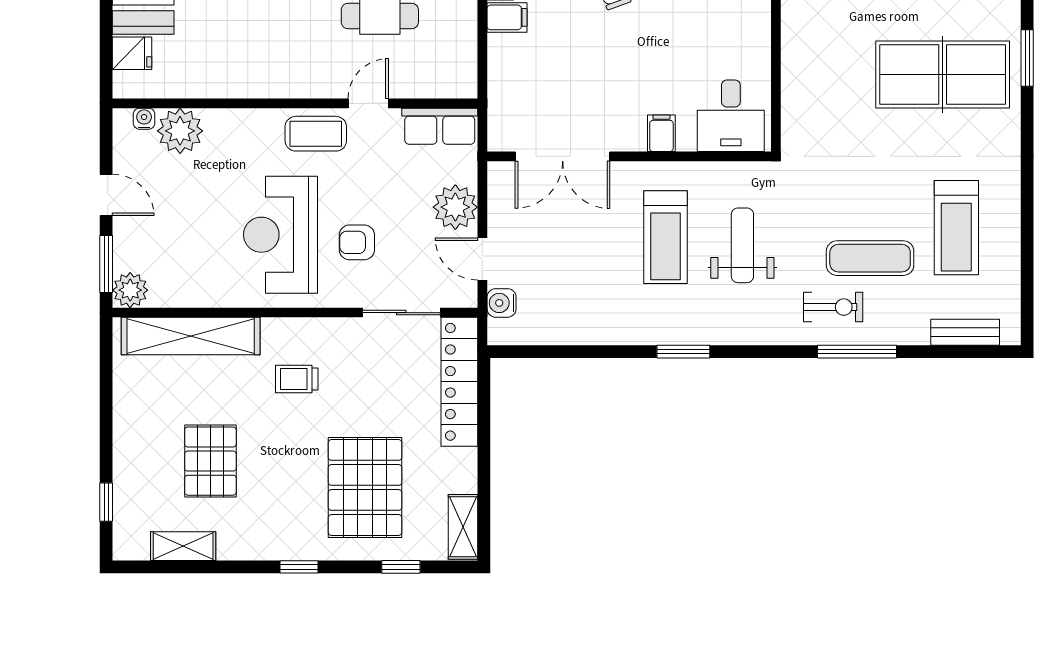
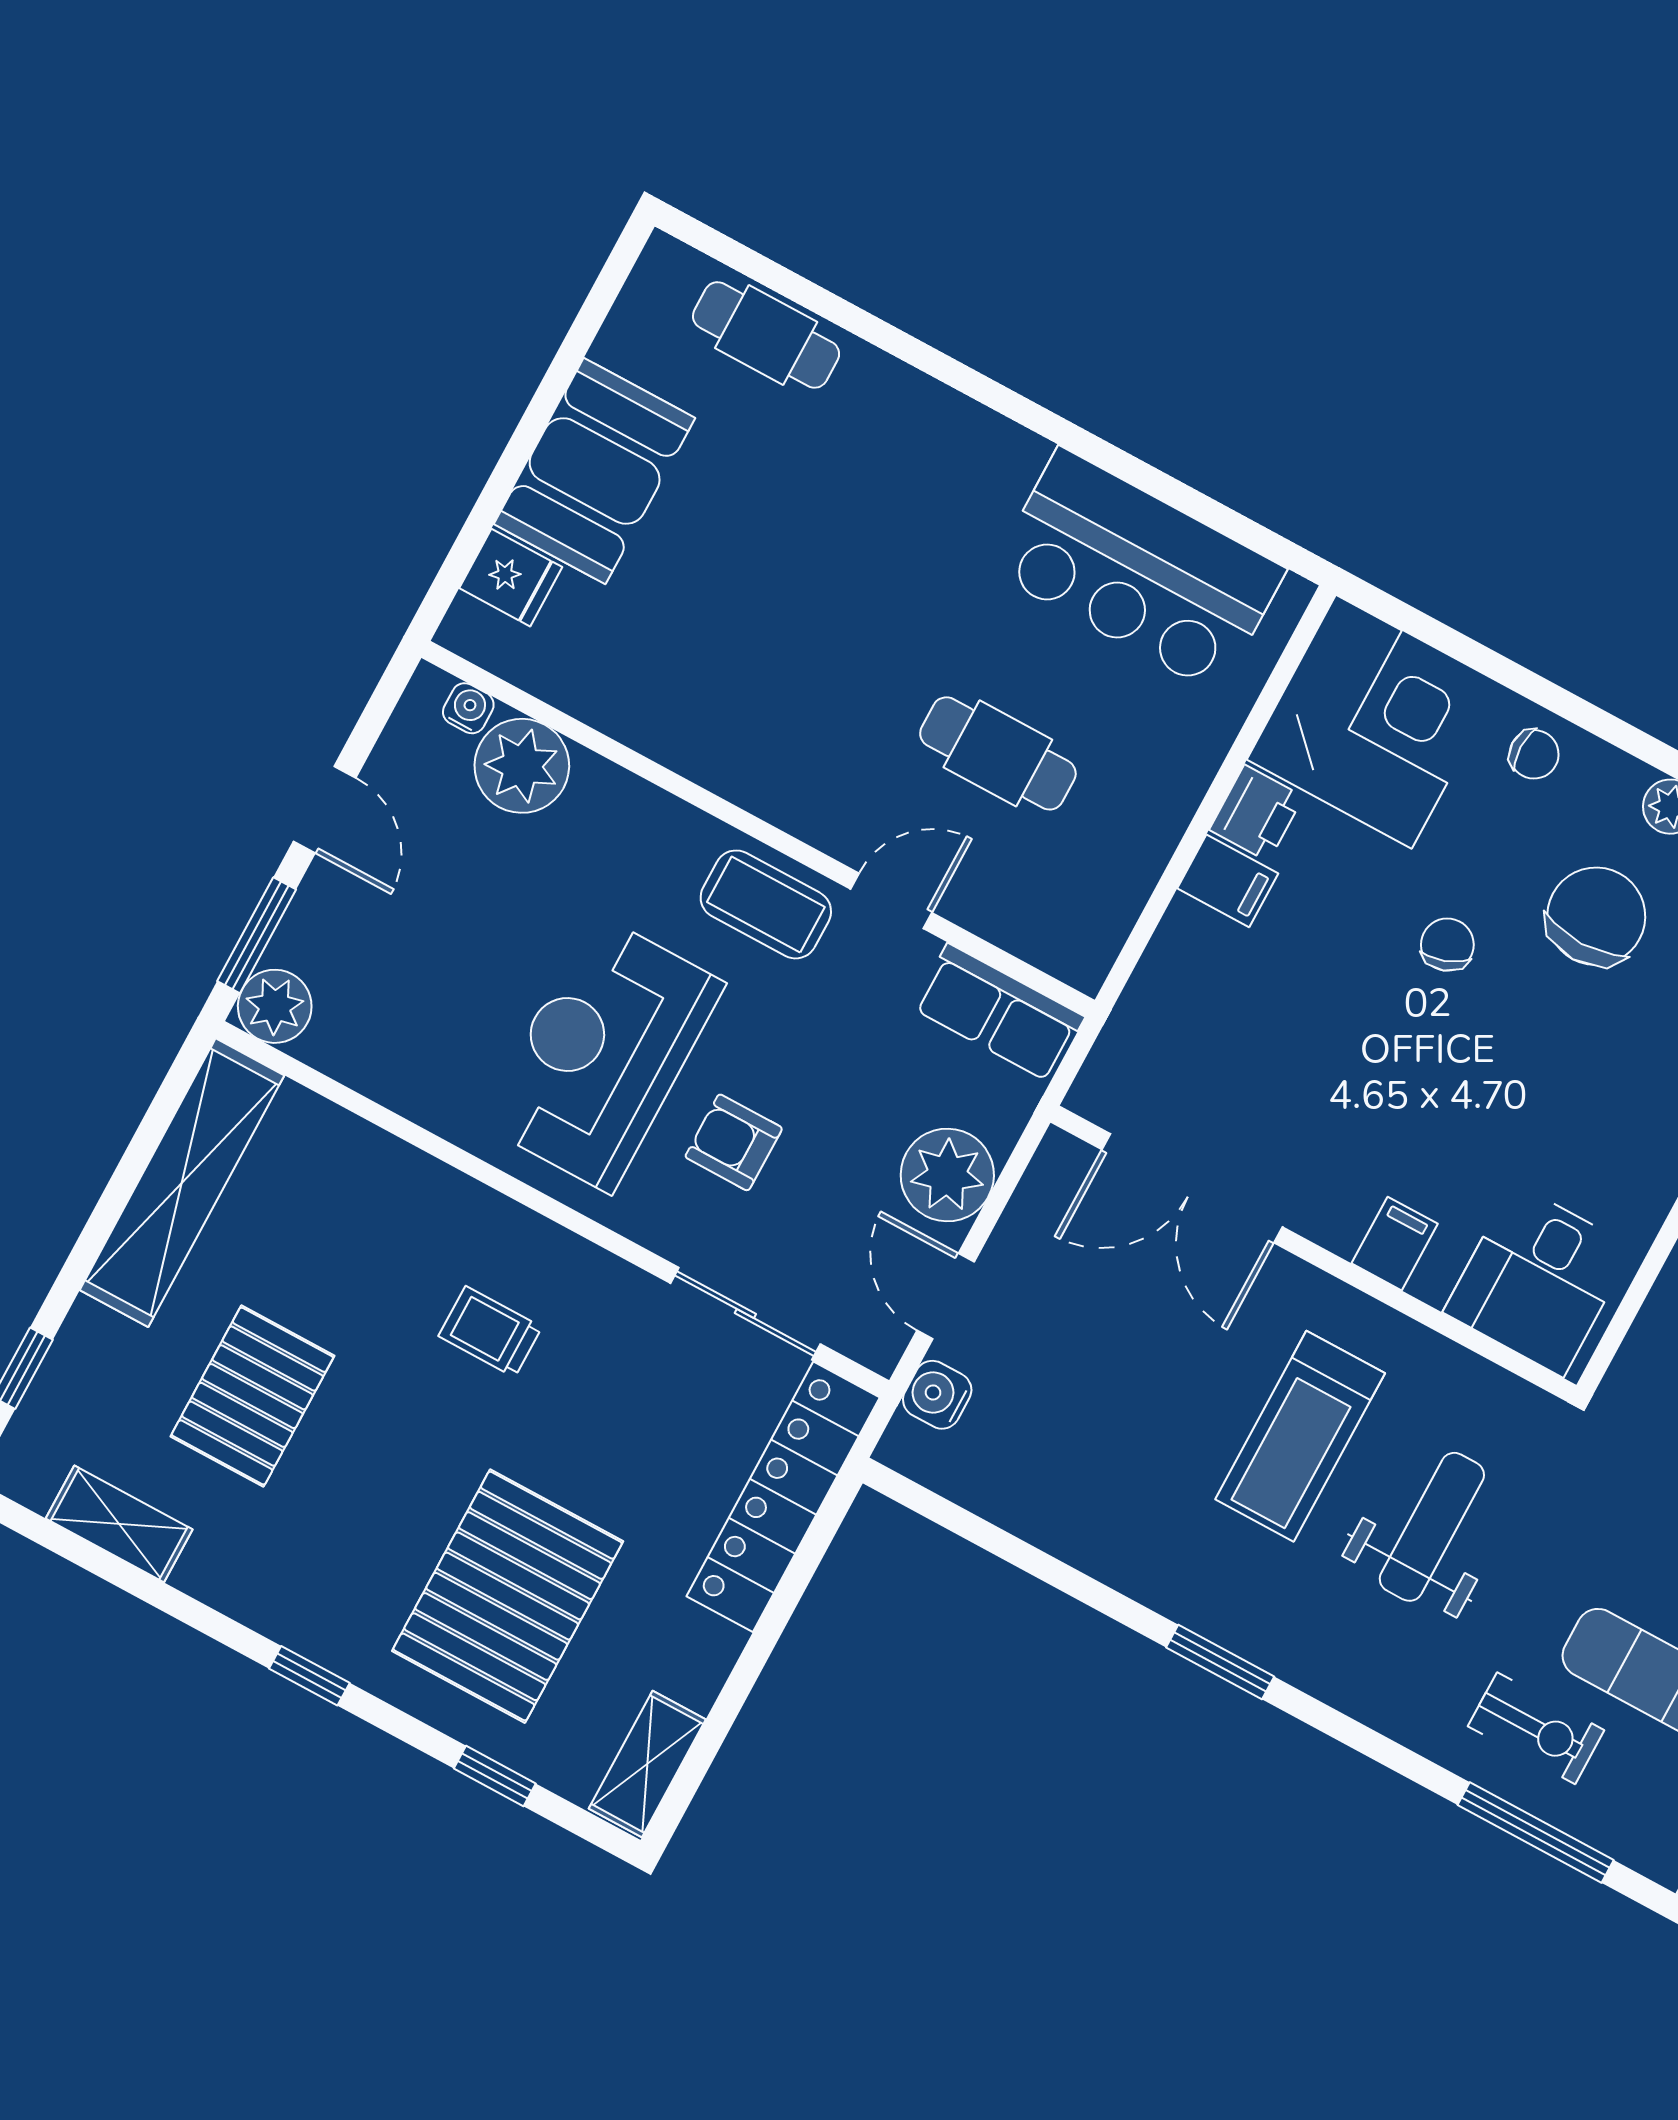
shelving: (191, 336) -> (182, 1183), moved, turned 90

